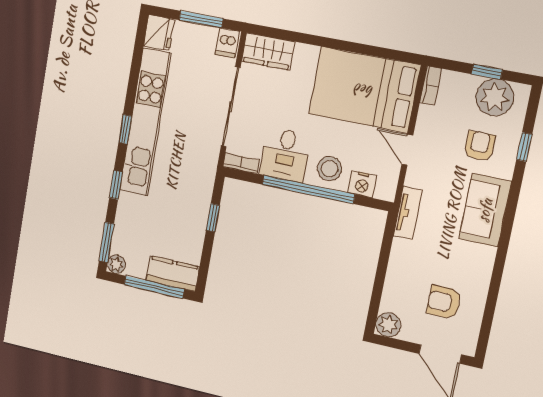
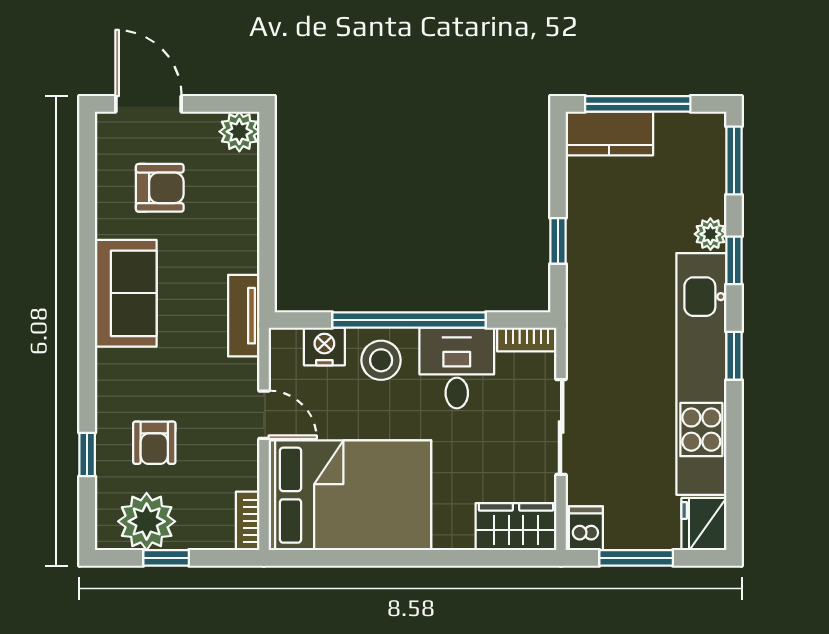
sliding door: (231, 107) -> (561, 427), width x0.73
sofa: (485, 210) -> (126, 293), moved
plant: (116, 264) -> (710, 234), moved

